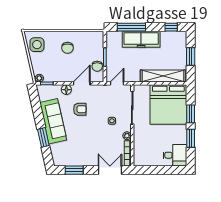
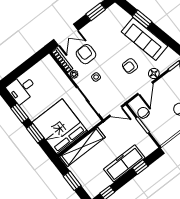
window: (131, 27) -> (140, 167), width x0.46
door: (117, 83) -> (116, 111), hinge flipped
armchair: (106, 144) -> (86, 54), added

